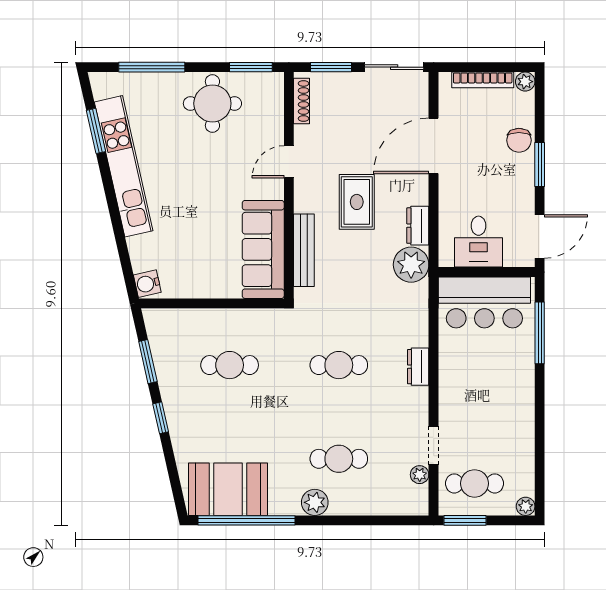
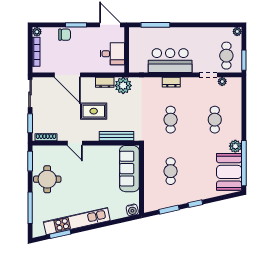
sofa: (263, 249) -> (129, 169), moved, turned 90
bar counter: (484, 302) -> (170, 61), moved, turned -90
plant: (315, 502) -> (235, 146), moved

